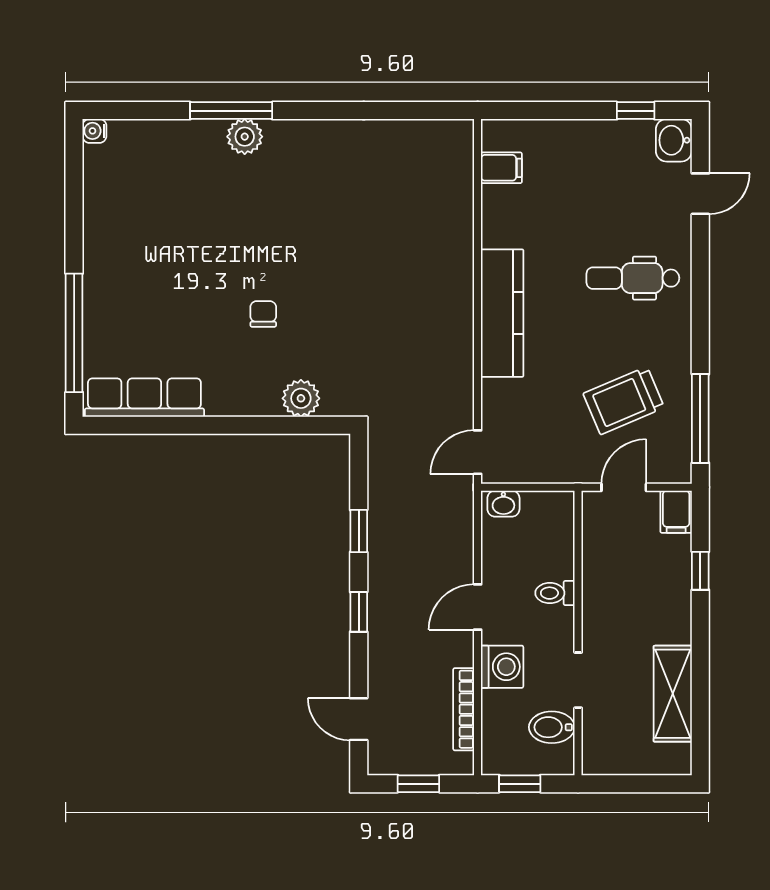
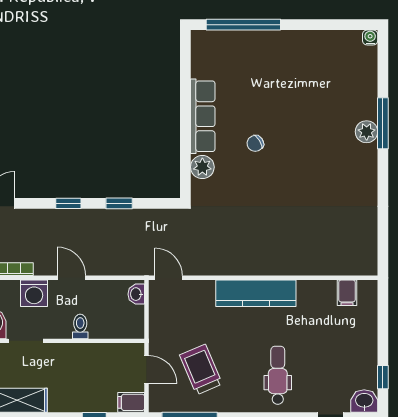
chair: (263, 314) -> (255, 143), turned 148
row of seats: (144, 398) -> (203, 116), moved

